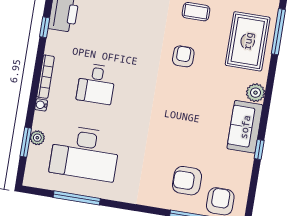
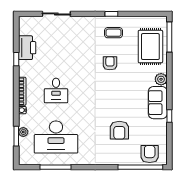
armchair: (187, 181) -> (119, 130), moved, turned -90

